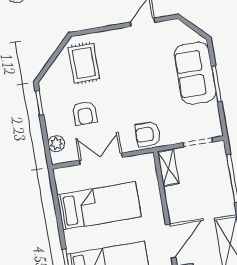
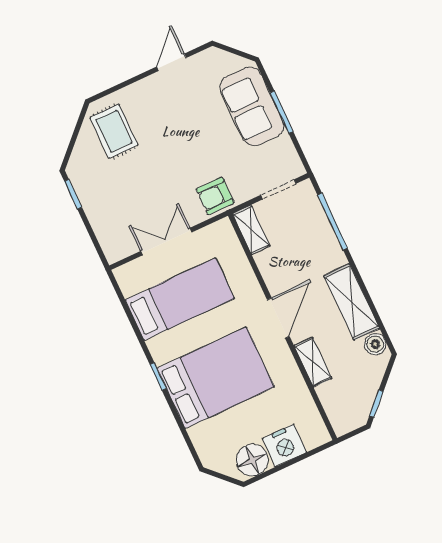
armchair: (85, 113) -> (132, 192), removed
plant: (56, 144) -> (107, 238), removed

